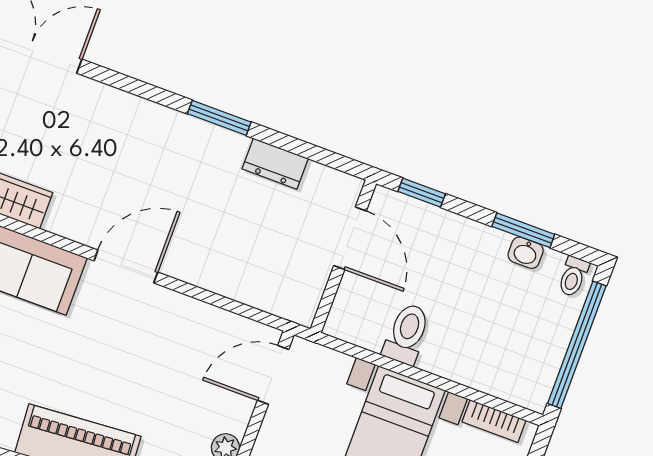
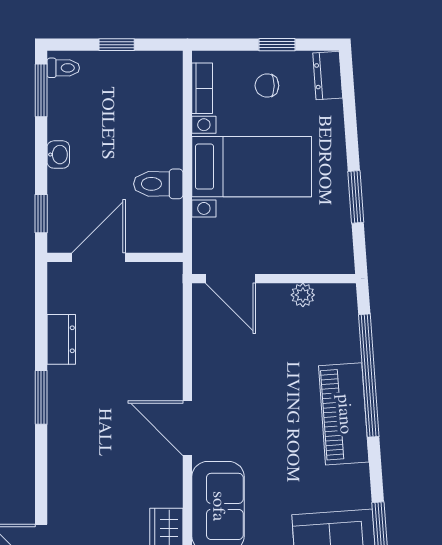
window: (523, 230) -> (41, 90), moved
washbasin: (526, 253) -> (58, 155), moved
window: (577, 345) -> (117, 45), width x0.32

